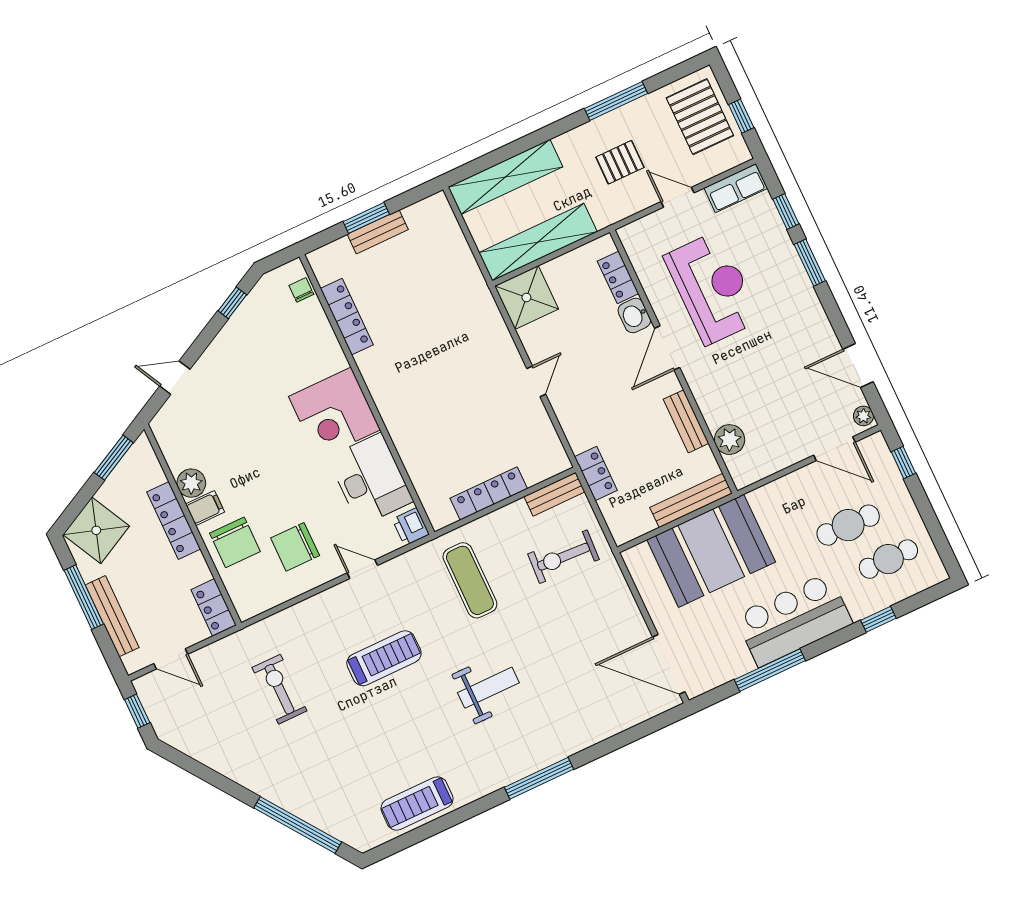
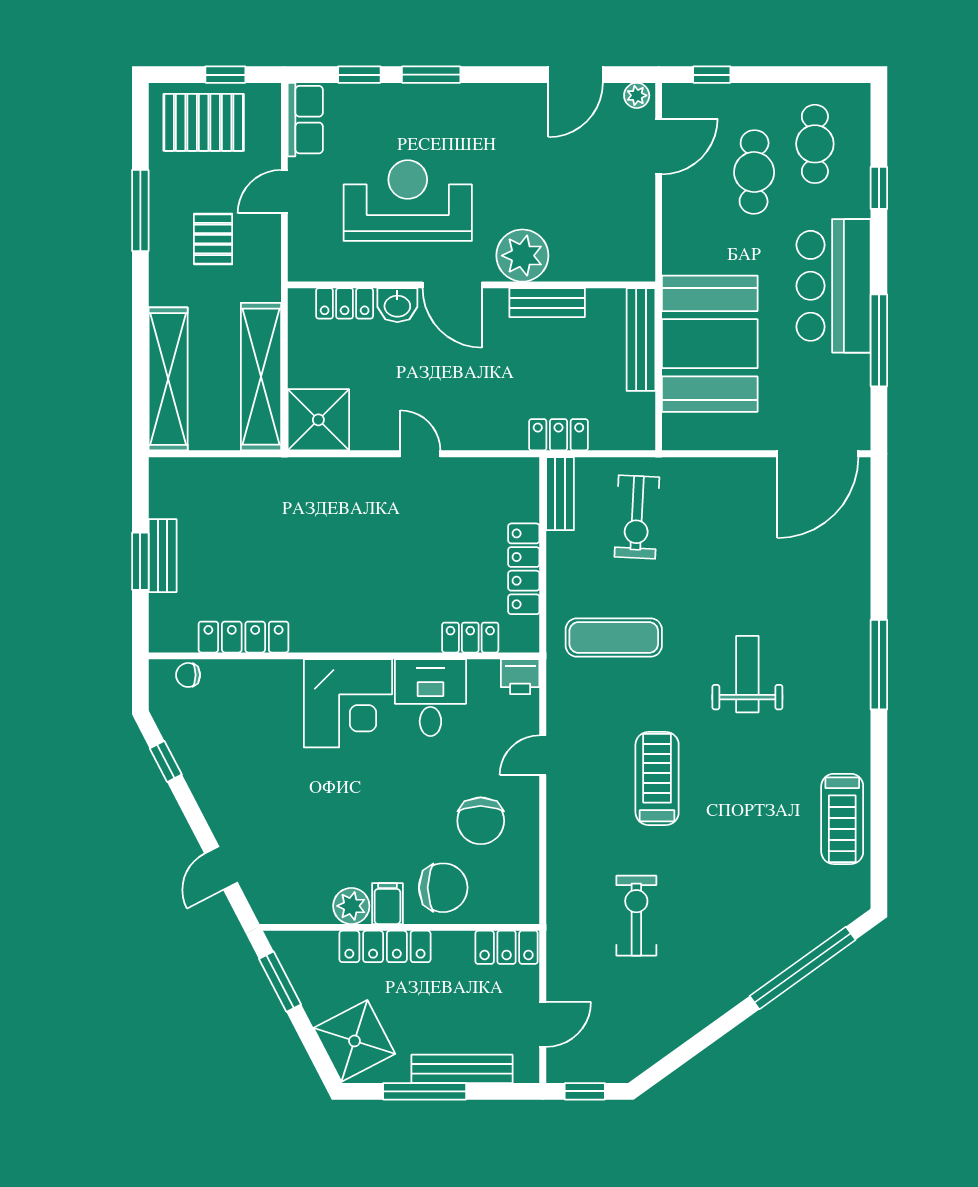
plant: (730, 440) -> (522, 256), moved, width x1.36, depth x1.36
locker: (422, 478) -> (470, 638), added
desk: (370, 479) -> (430, 698), width x0.73
exercise bike: (279, 689) -> (636, 916), turned 90

